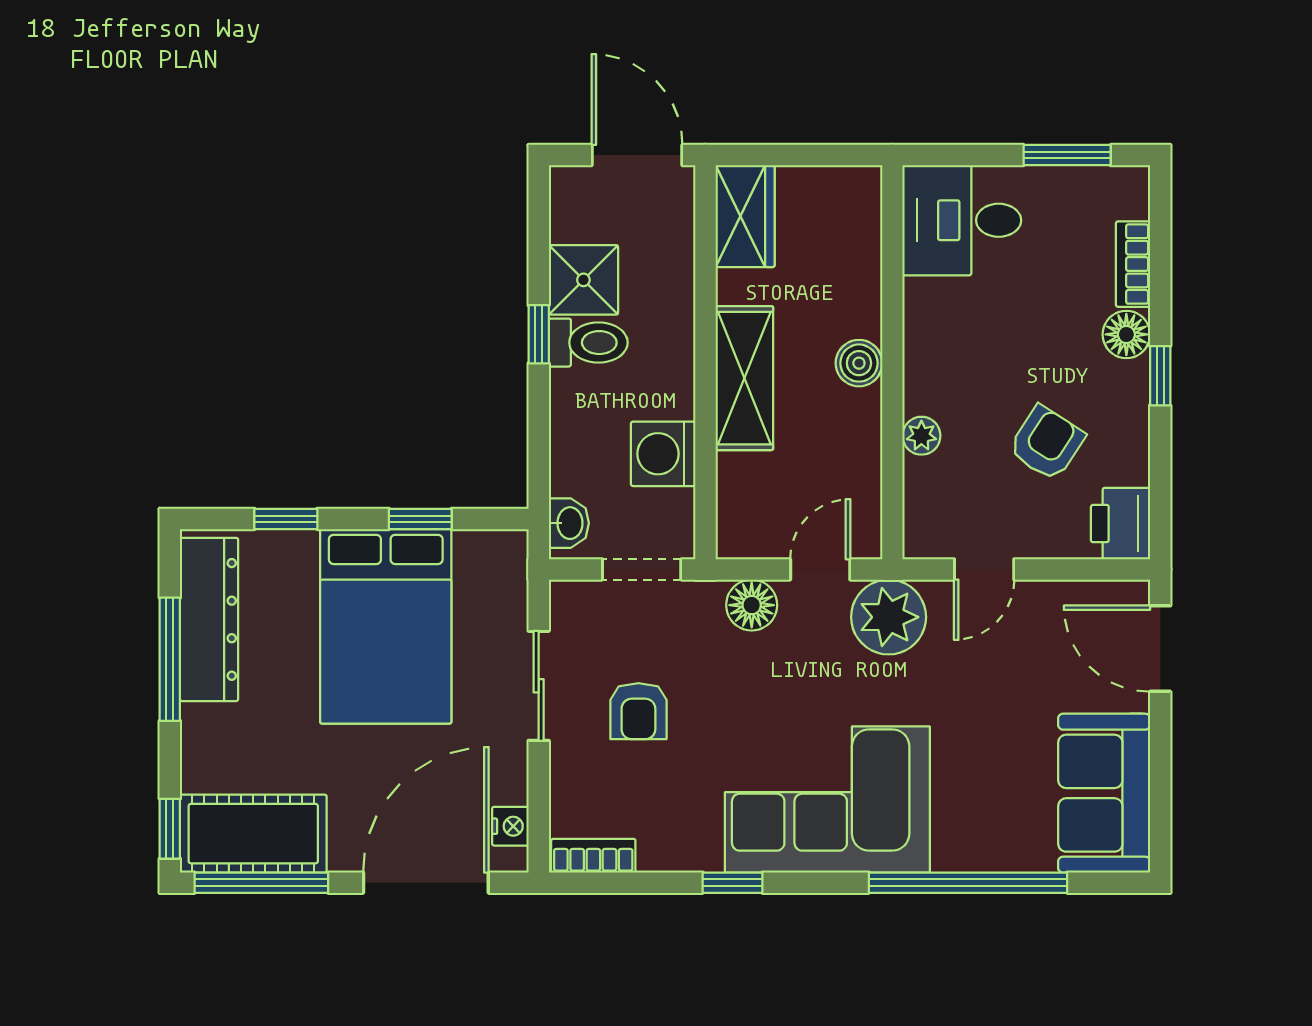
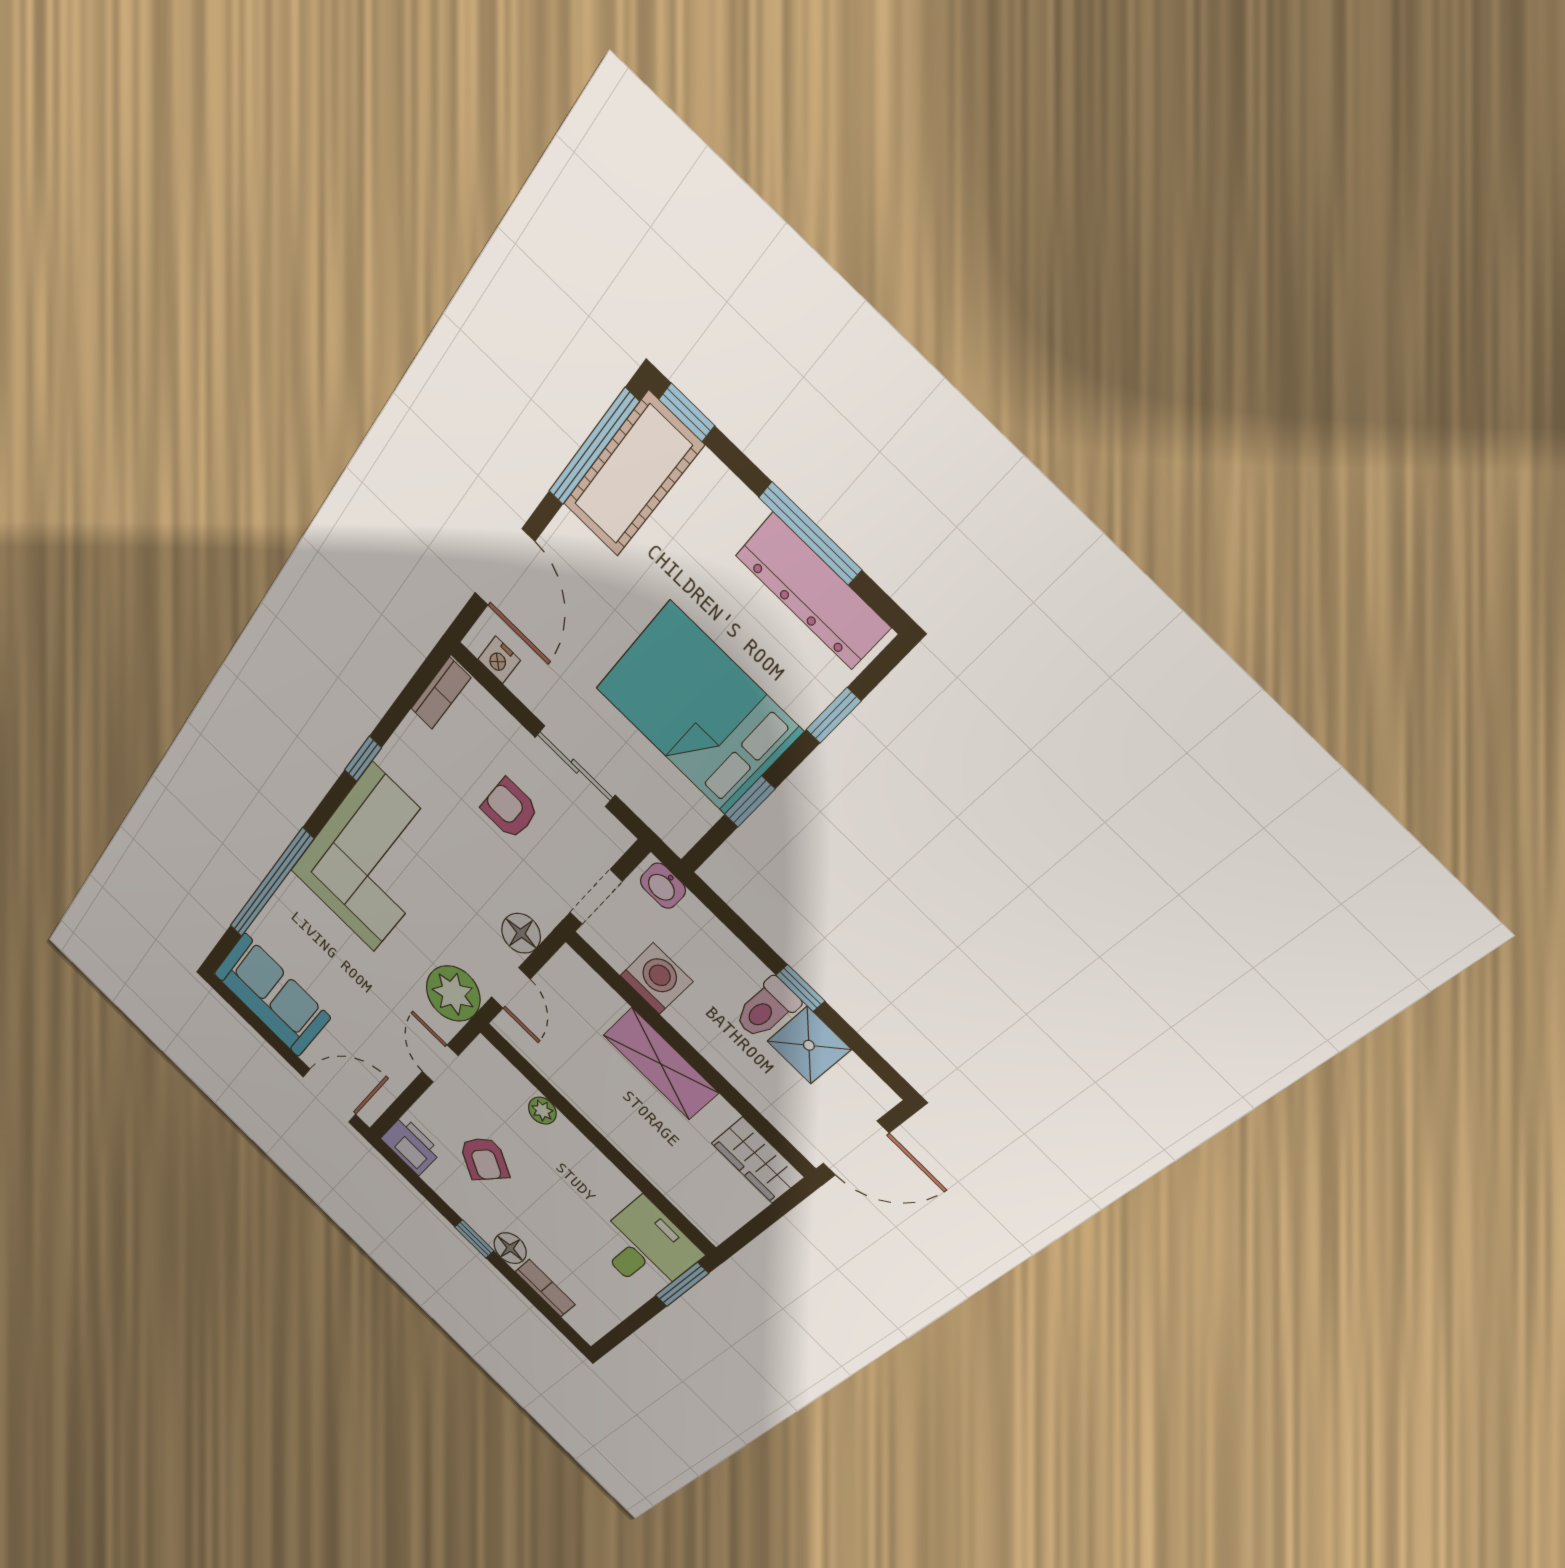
window: (1067, 155) -> (682, 1284), moved
boiler: (859, 363) -> (613, 1125), removed
door: (426, 883) -> (505, 567), width x0.73

